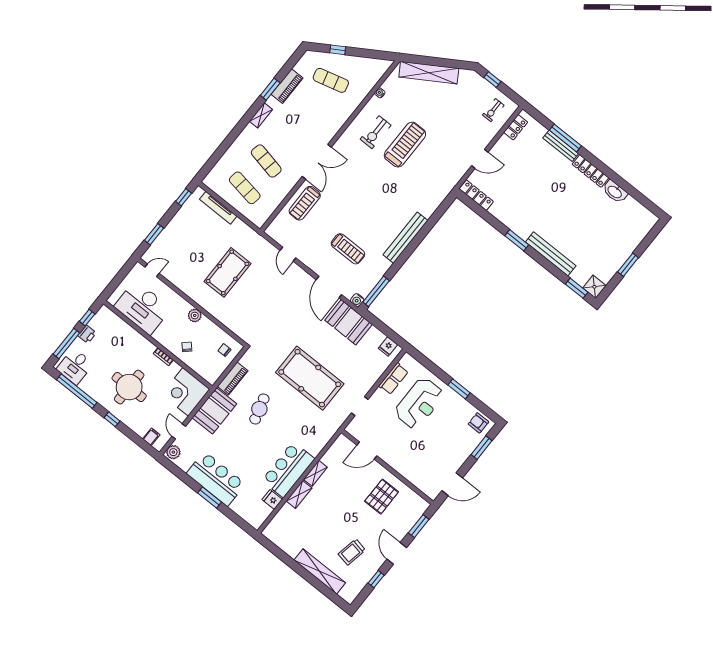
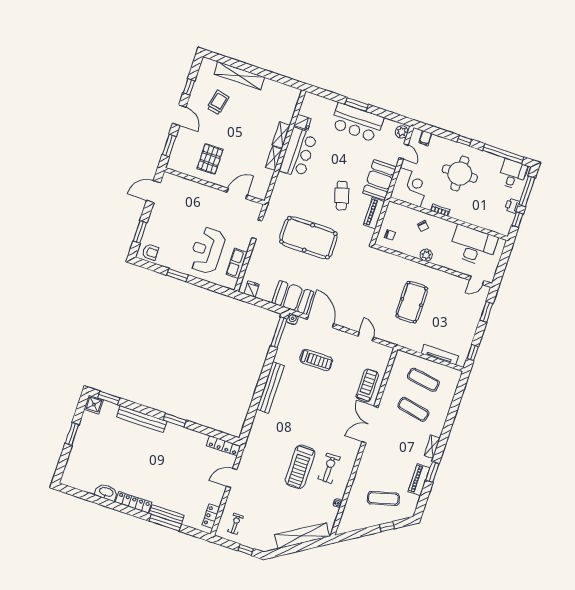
treadmill: (348, 249) -> (316, 360), turned 180

